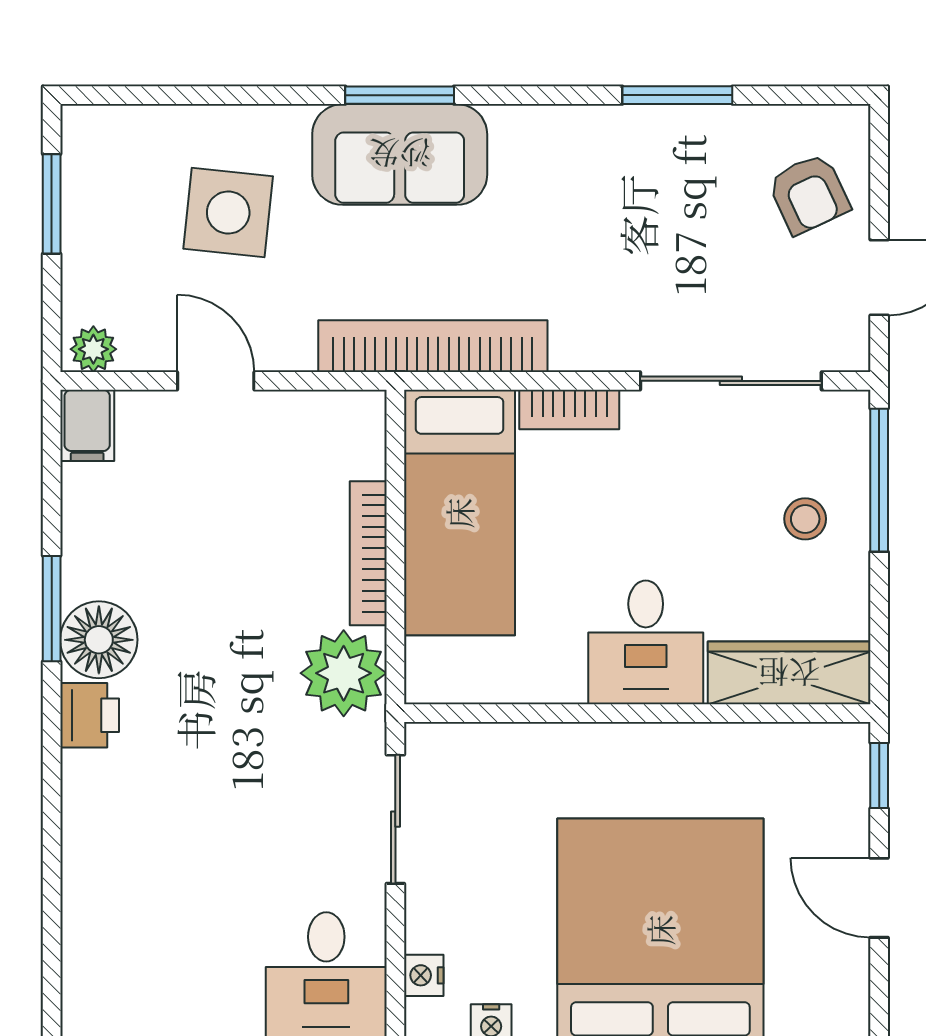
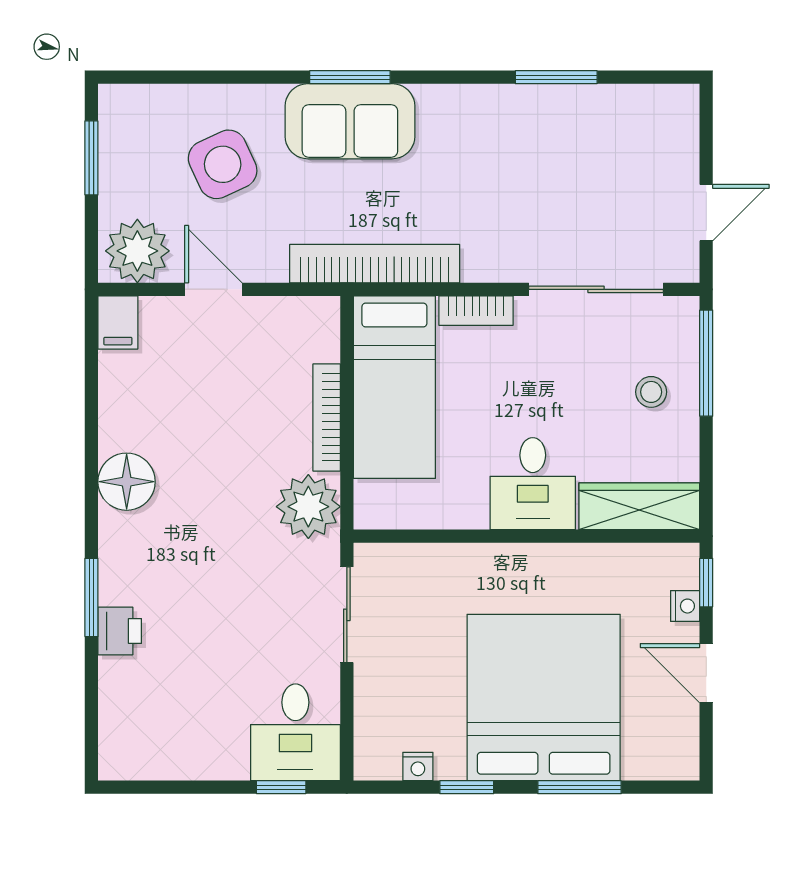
armchair: (809, 194) -> (654, 150), removed
side table: (228, 212) -> (223, 164), turned -31
plant: (93, 349) -> (137, 251), width x1.87, depth x1.87
window: (52, 609) -> (91, 597), moved
printer: (90, 715) -> (120, 631), moved
nightstand: (424, 975) -> (685, 606), moved, turned 180

